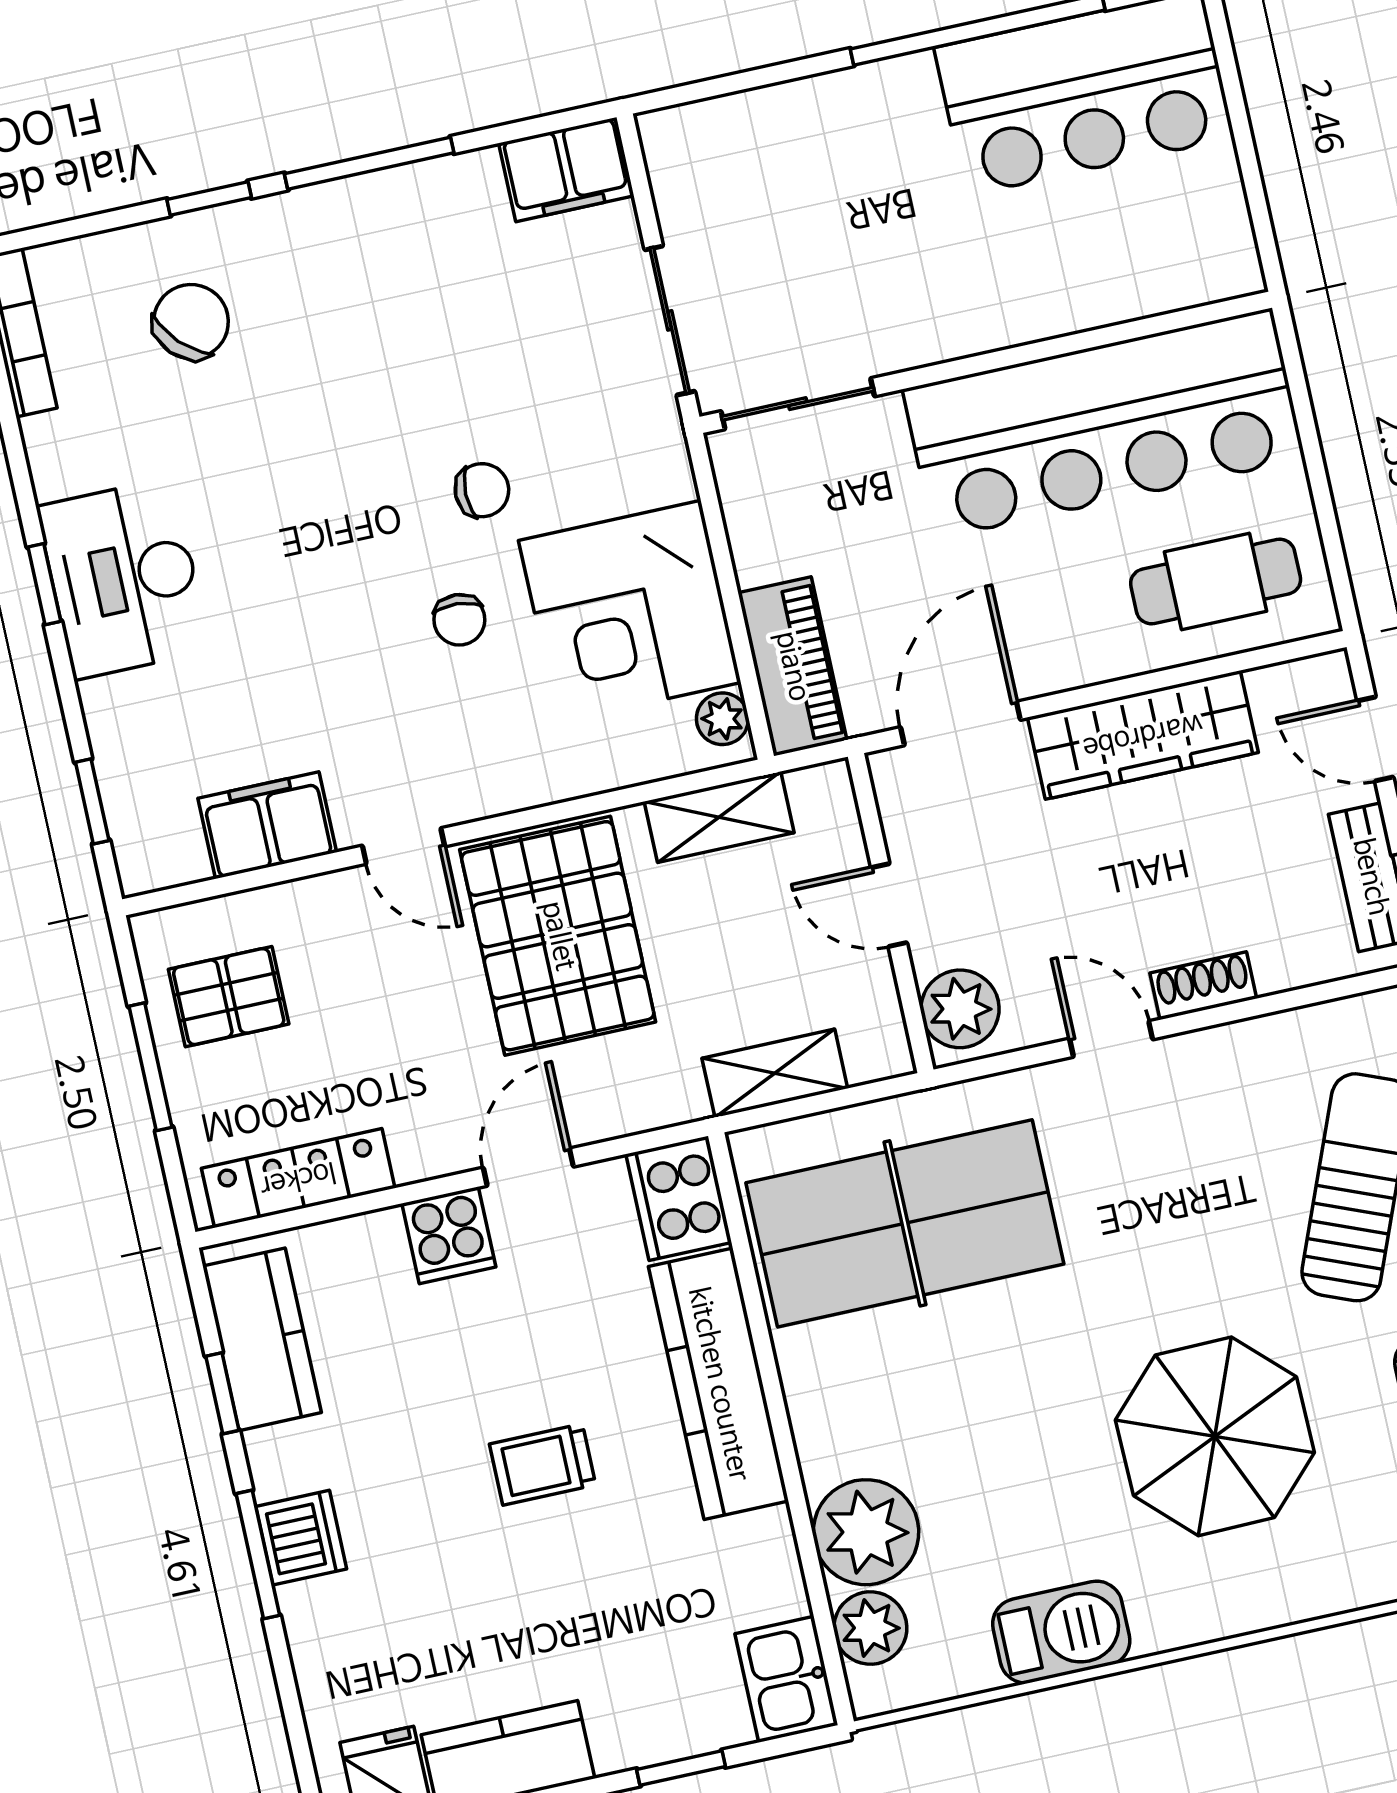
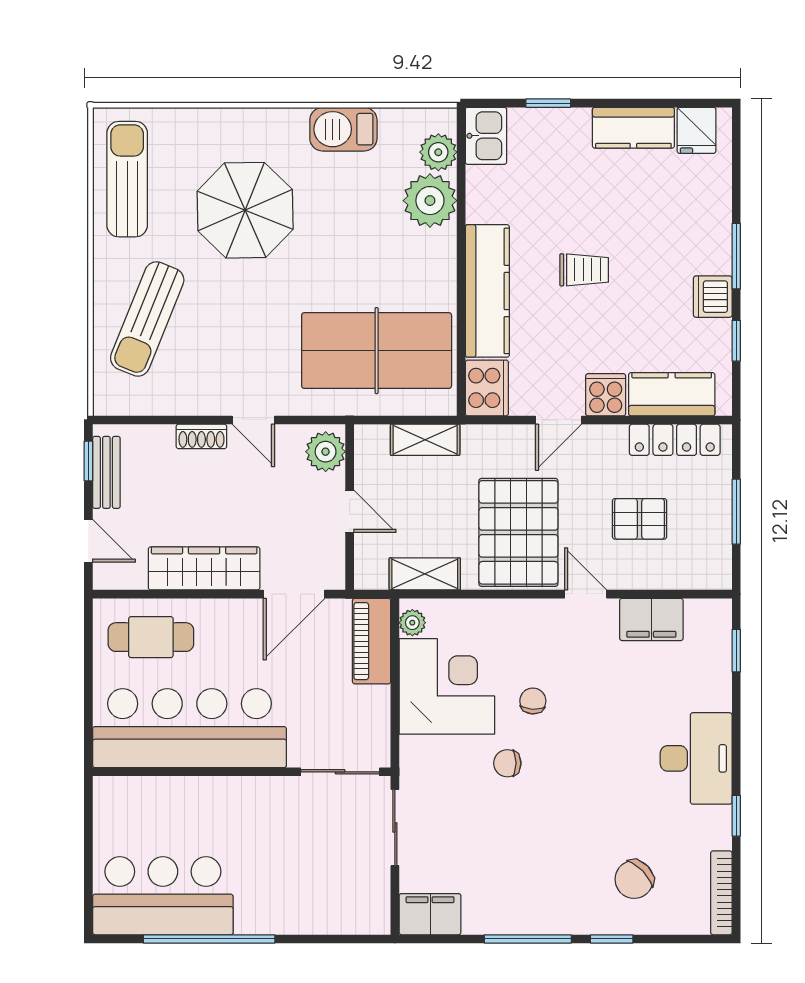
window: (44, 584) -> (736, 816), moved
pallet: (229, 997) -> (640, 519), moved
kitchen counter: (262, 1339) -> (672, 394), moved, turned 90
dishwasher: (301, 1538) -> (713, 297), moved

